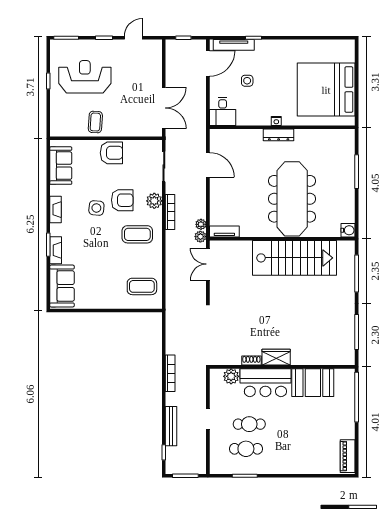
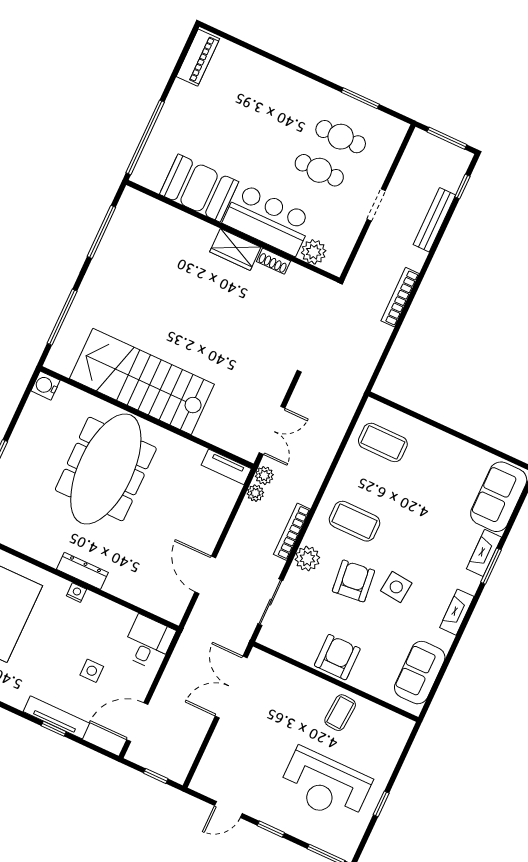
tv unit: (234, 45) -> (56, 717), moved
armchair: (111, 153) -> (337, 657), turned 90
armchair: (122, 200) -> (353, 581), turned 84

